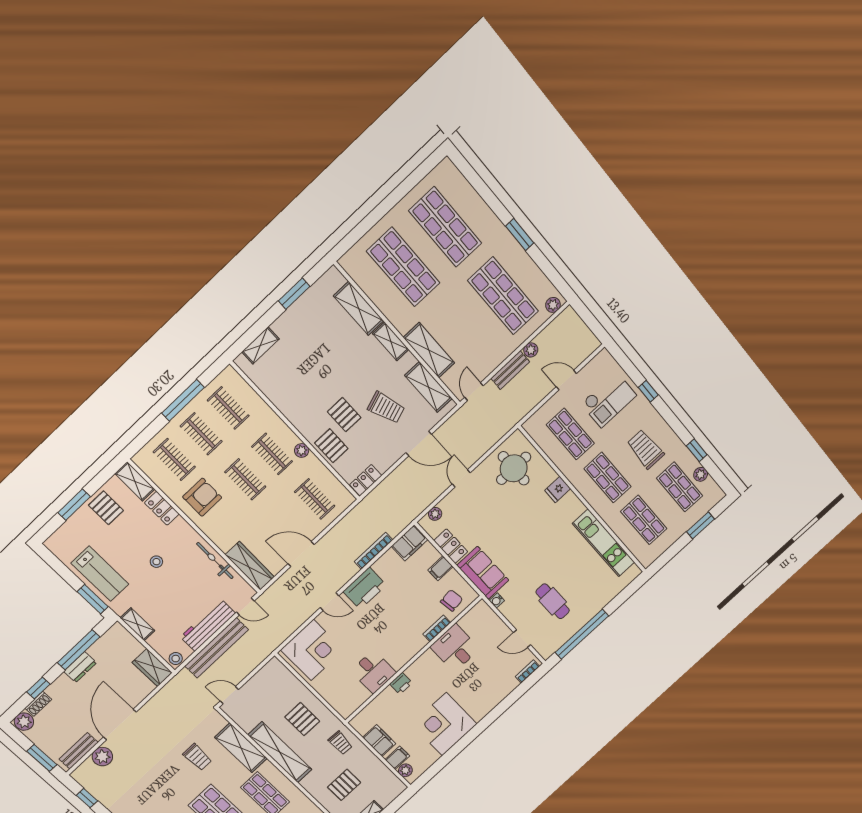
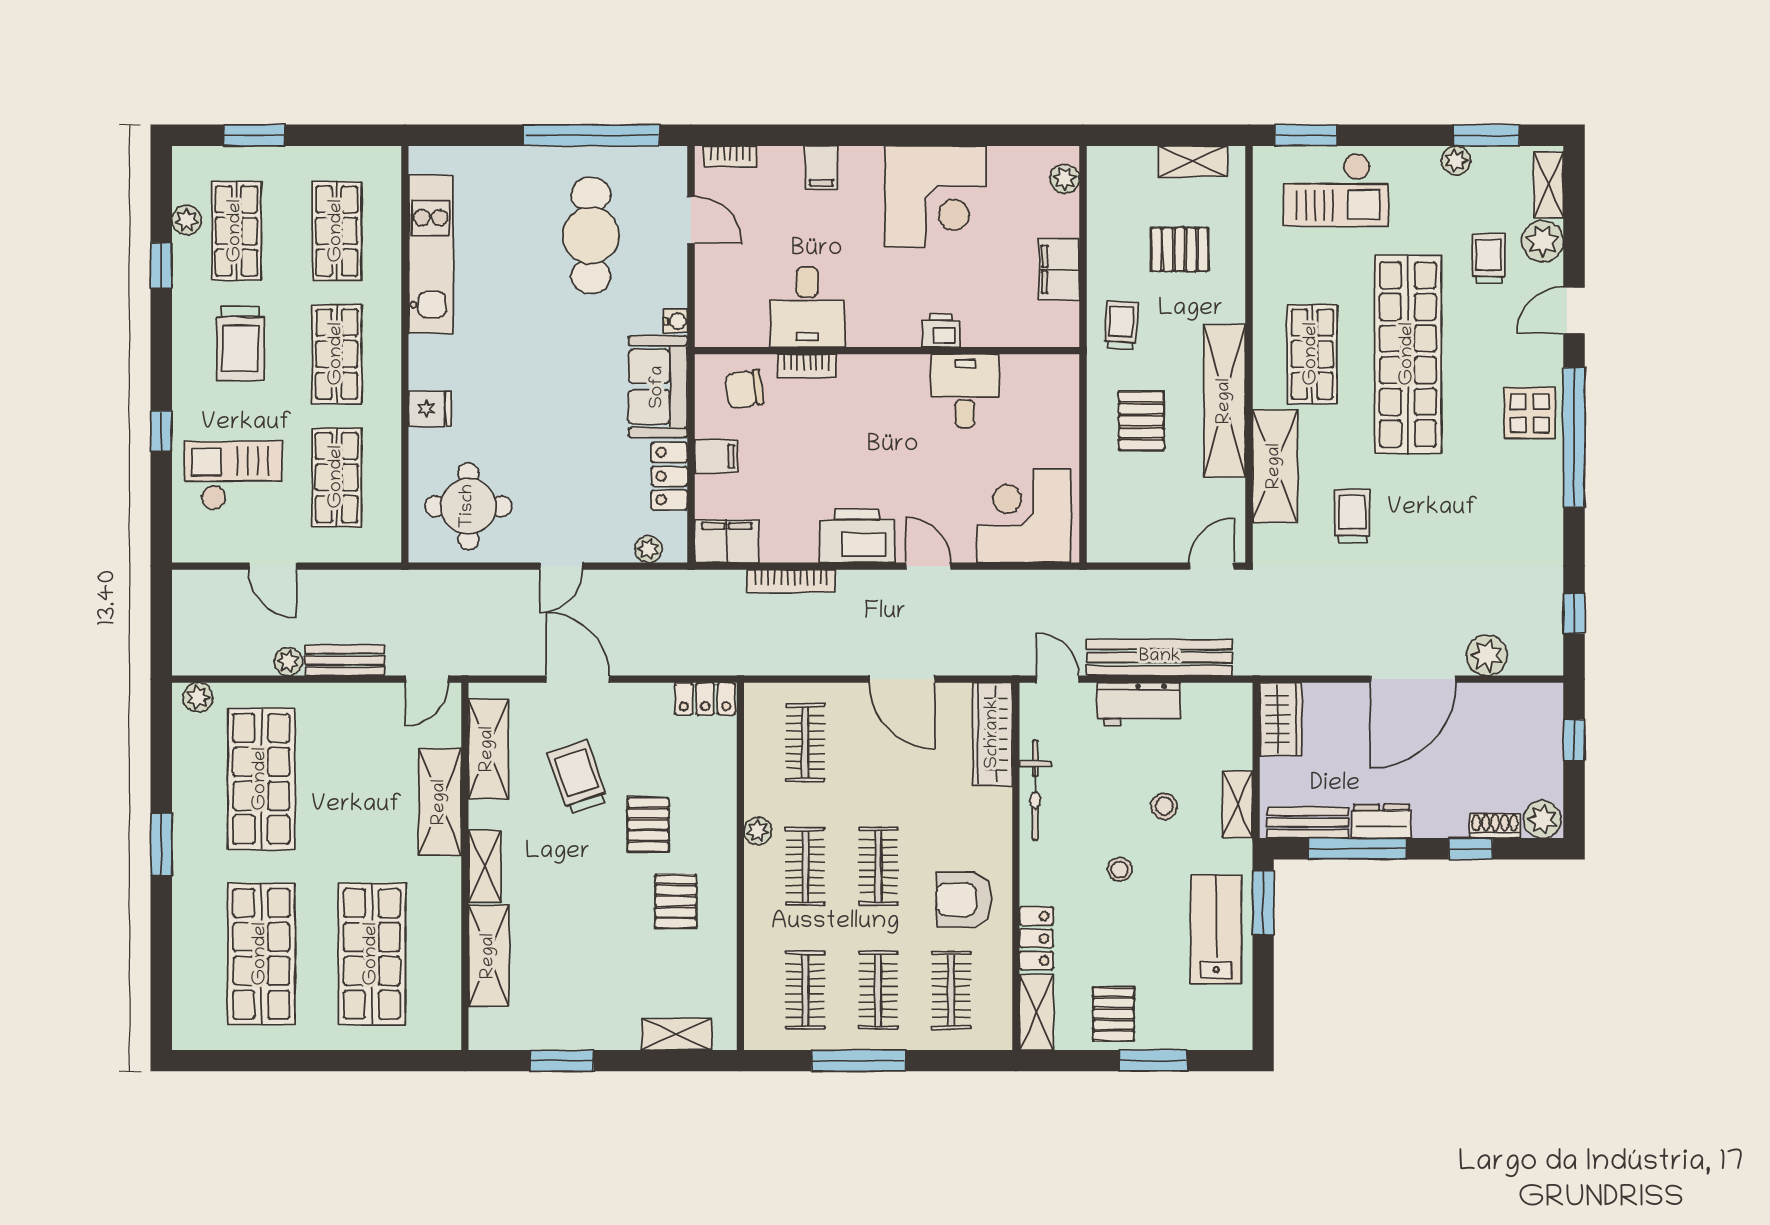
pallet: (331, 446) -> (676, 901), moved
cafe table: (553, 601) -> (591, 235), width x1.37, depth x1.35
workbench: (208, 625) -> (1139, 704), width x0.73
stool: (176, 659) -> (1164, 806), moved
door: (229, 695) -> (1212, 566), swing flipped
bench: (79, 751) -> (1308, 823), moved
window: (42, 758) -> (1574, 740), width x0.67
filing cabinet: (397, 758) -> (822, 168), moved, turned -90

